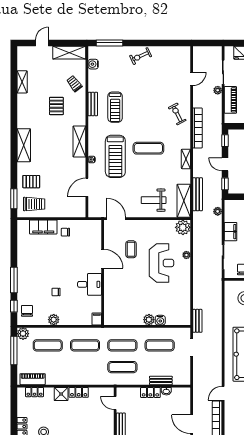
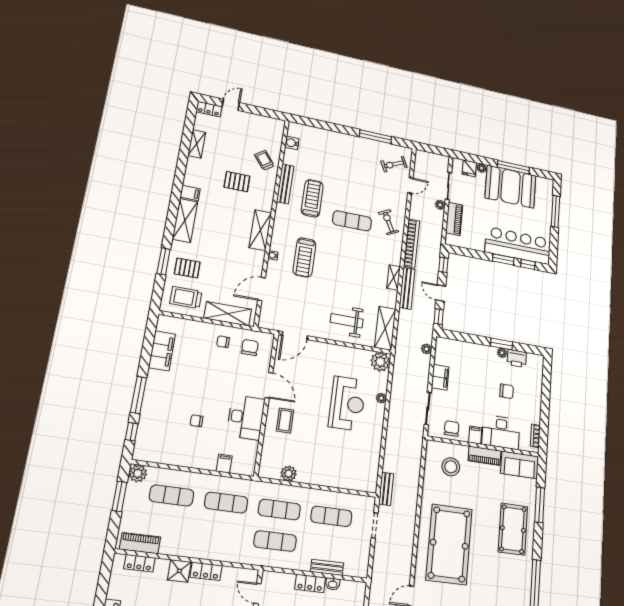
window: (109, 43) -> (375, 137), moved
locker: (26, 51) -> (209, 109), added
shelving: (69, 53) -> (228, 314), moved
exercise bike: (141, 56) -> (394, 164), moved
bench: (93, 104) -> (285, 184), width x1.36
pallet: (56, 106) -> (237, 182), turned 90
treadmill: (115, 107) -> (312, 198), turned 180
filing cabinet: (24, 123) -> (190, 193), added
exercise mat: (148, 148) -> (352, 221), moved
treadmill: (115, 156) -> (304, 257), width x0.73, depth x0.73
bench: (198, 194) -> (407, 288), moved
window: (14, 199) -> (163, 261), moved
trolley: (34, 204) -> (186, 297), turned 180
door: (116, 219) -> (295, 336), swing flipped
filing cabinet: (43, 227) -> (162, 351), moved, turned -90
coffee table: (131, 249) -> (285, 420), moved
desk: (90, 284) -> (246, 417), width x1.37
chair: (27, 311) -> (250, 347), moved
filing cabinet: (97, 319) -> (224, 464), moved
plant: (54, 320) -> (187, 459), removed
plant: (149, 320) -> (289, 474), moved
water cooler: (160, 320) -> (336, 481), removed
window: (14, 351) -> (119, 496), width x0.69

